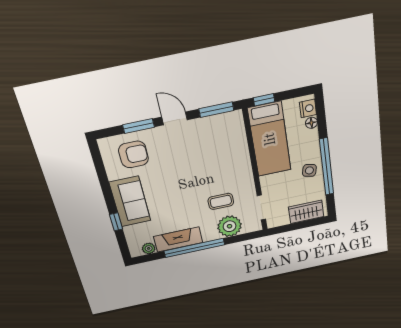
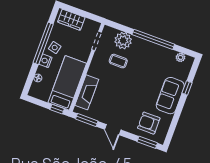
nightstand: (308, 108) -> (45, 61), moved
window: (138, 126) -> (147, 142), moved
fireplace: (178, 239) -> (87, 92), moved, turned -90

